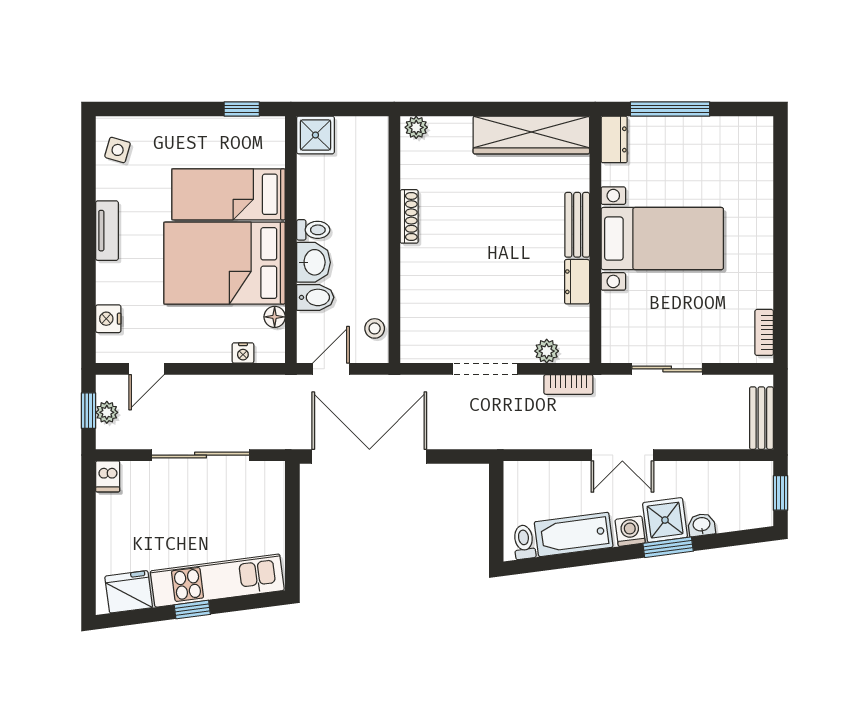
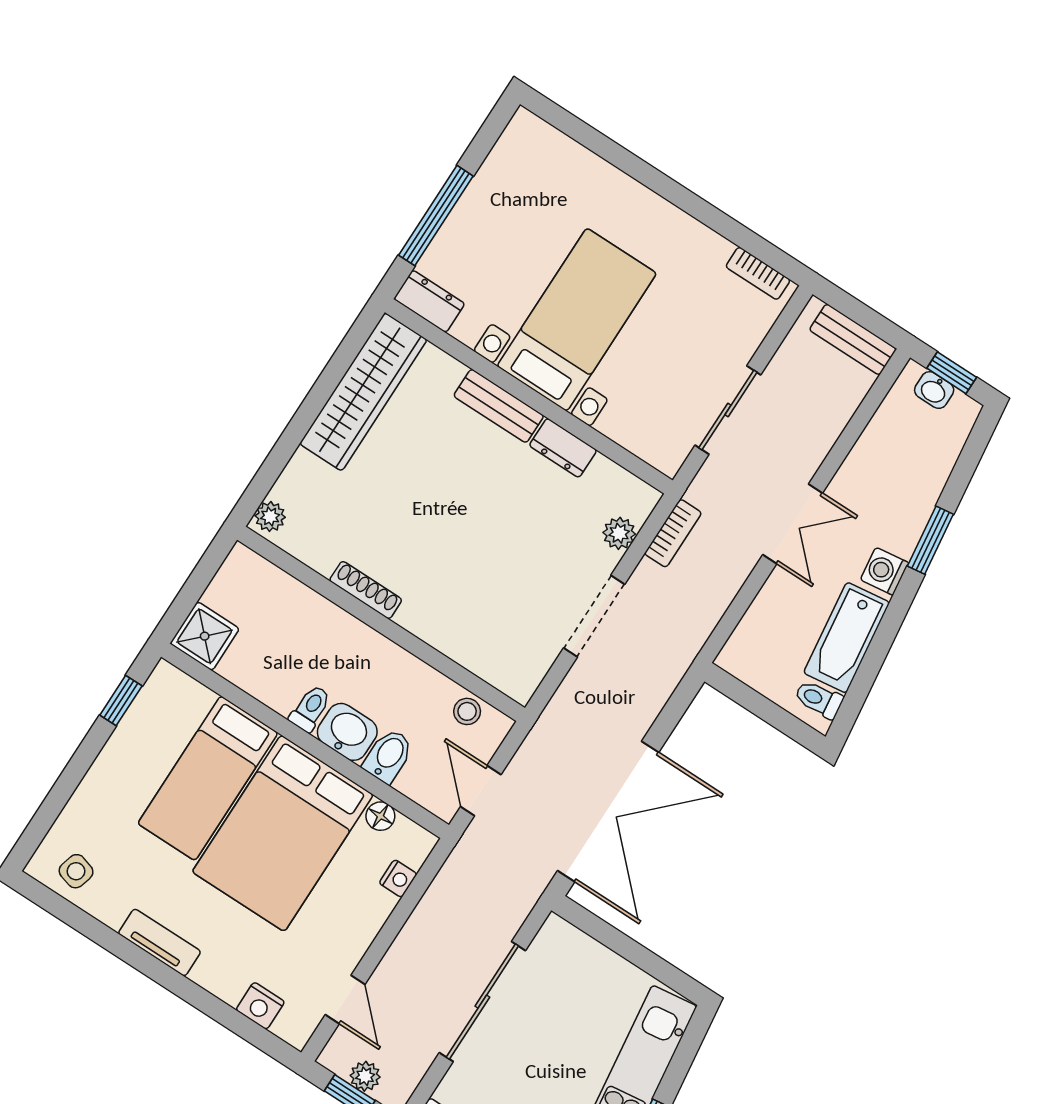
double door: (369, 456) -> (608, 812), swing flipped
shower: (665, 520) -> (897, 524), removed
washbasin: (702, 525) -> (934, 390), moved, turned -83

